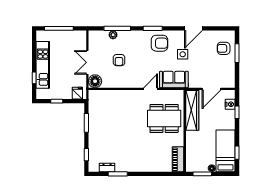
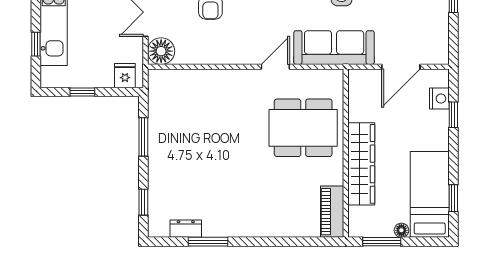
sofa: (174, 79) -> (334, 48), width x1.36
wardrobe: (192, 110) -> (361, 164), moved

